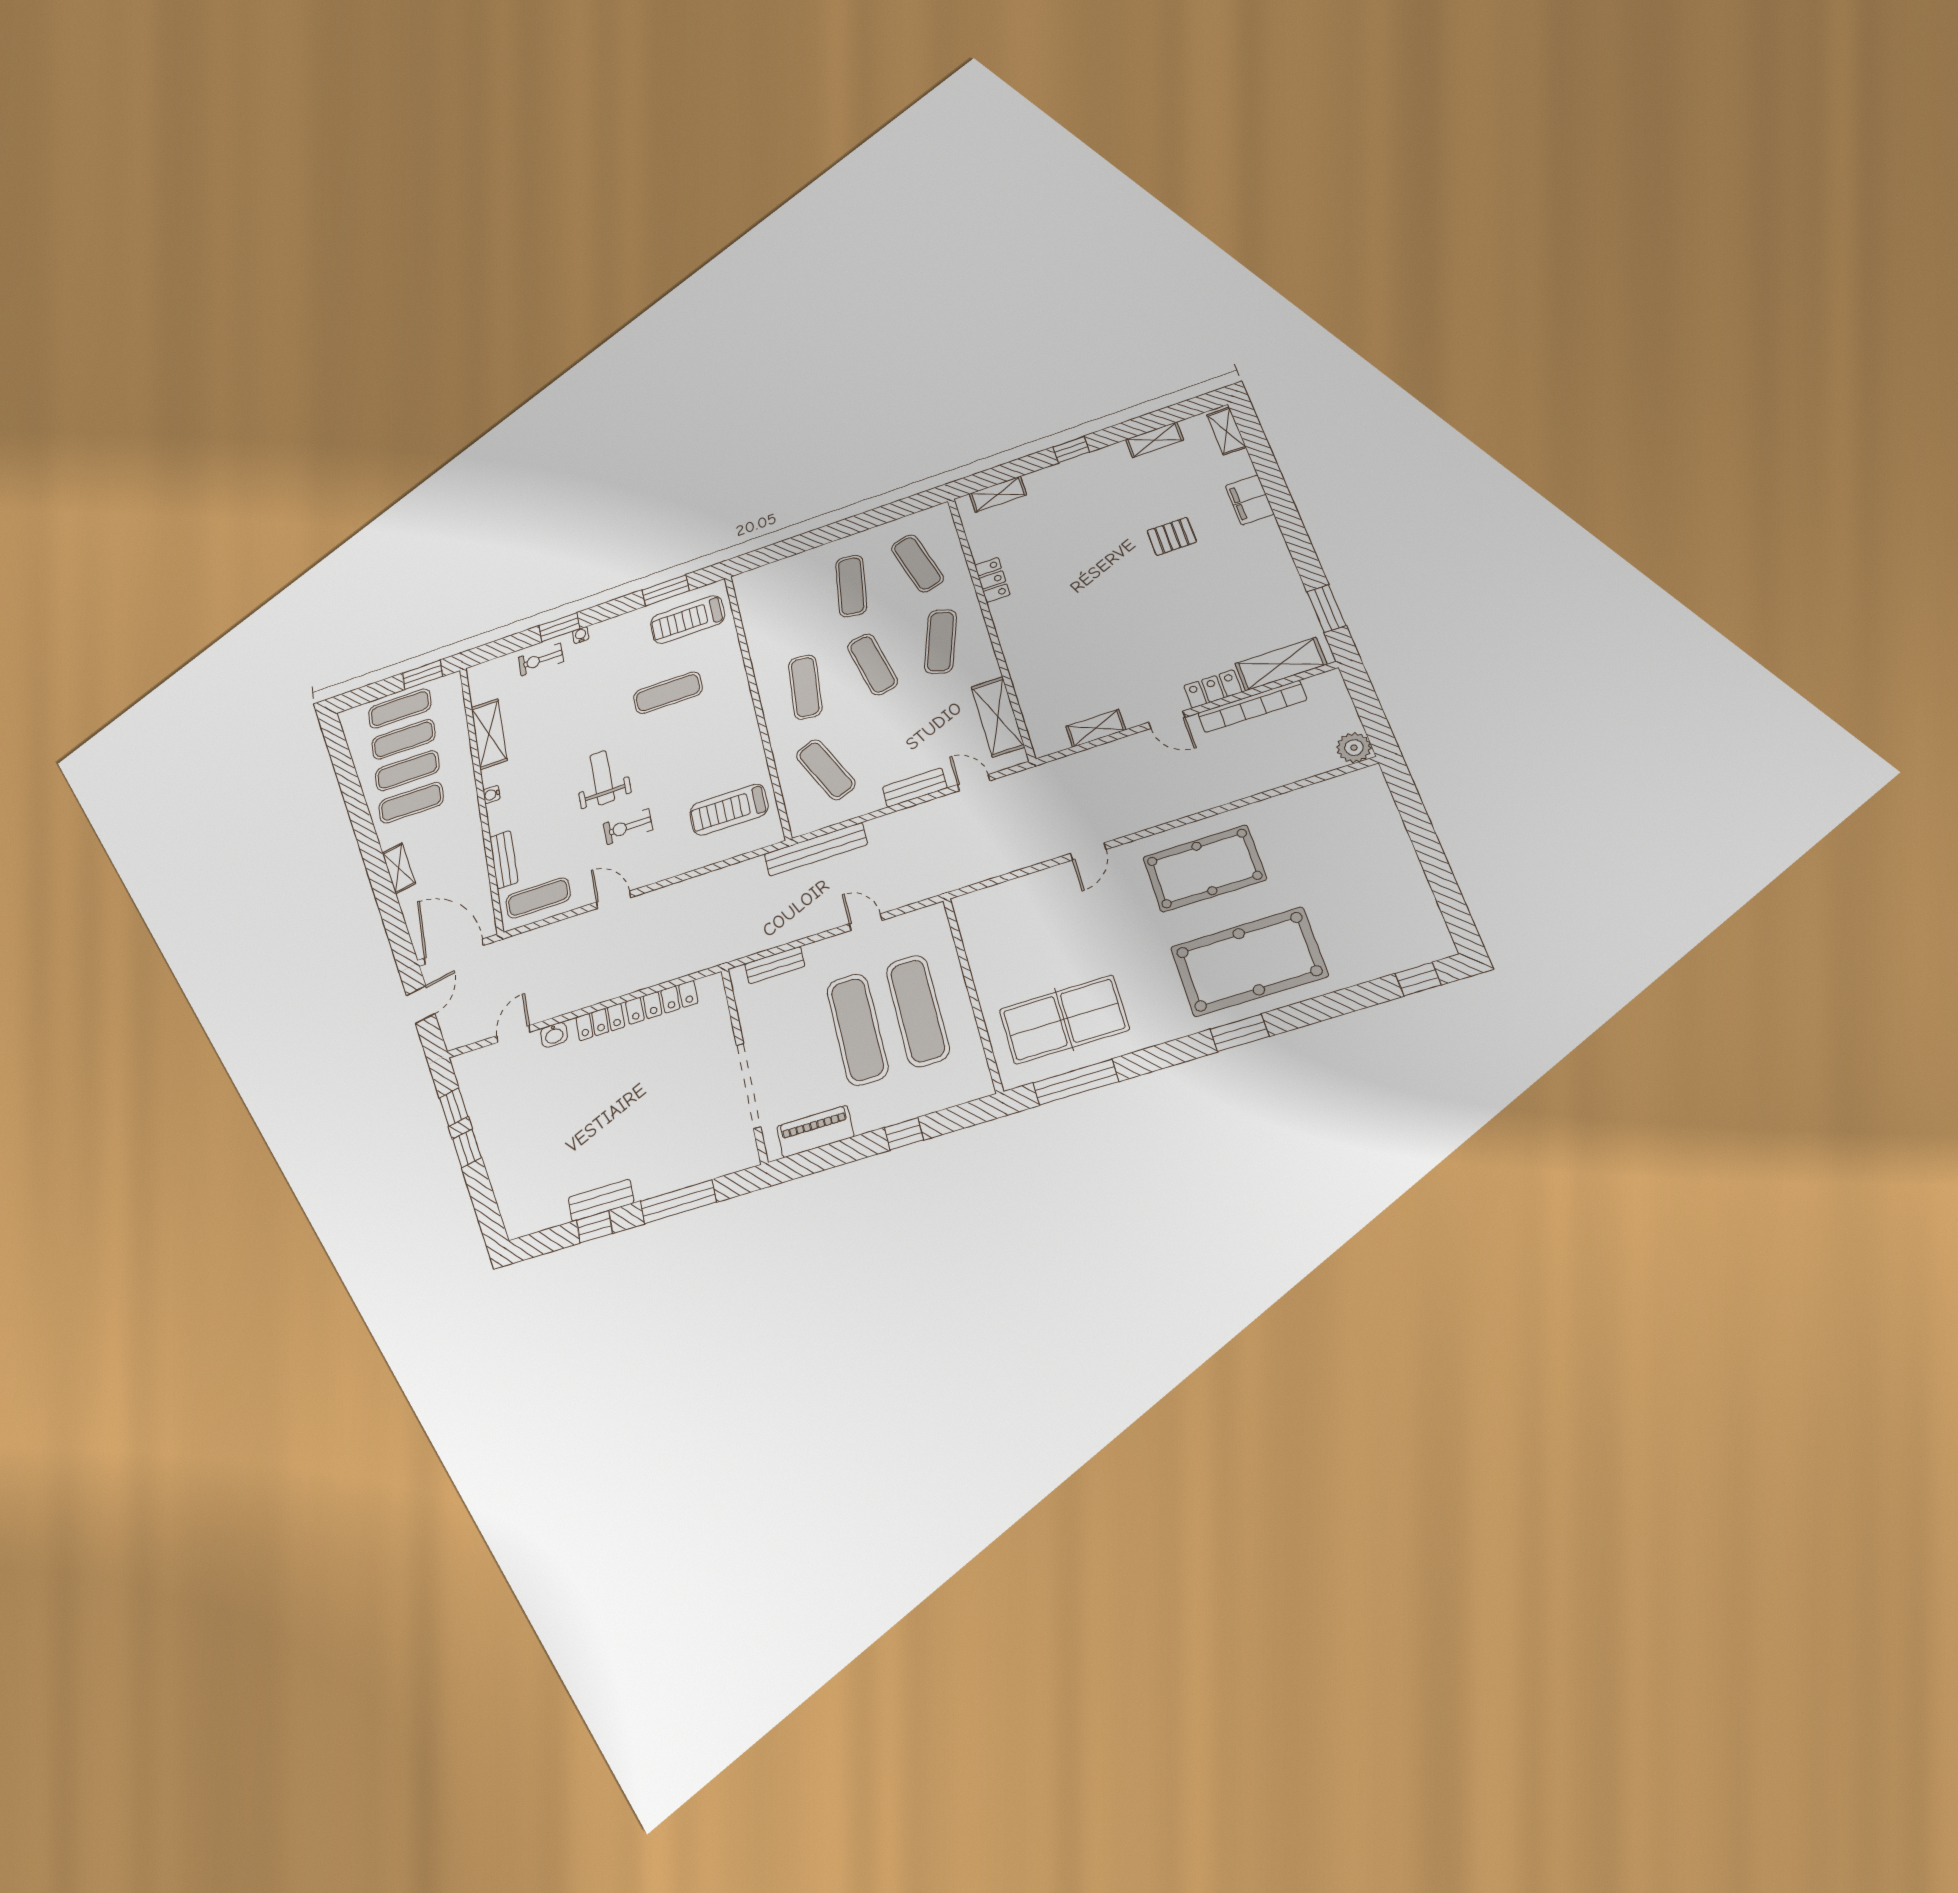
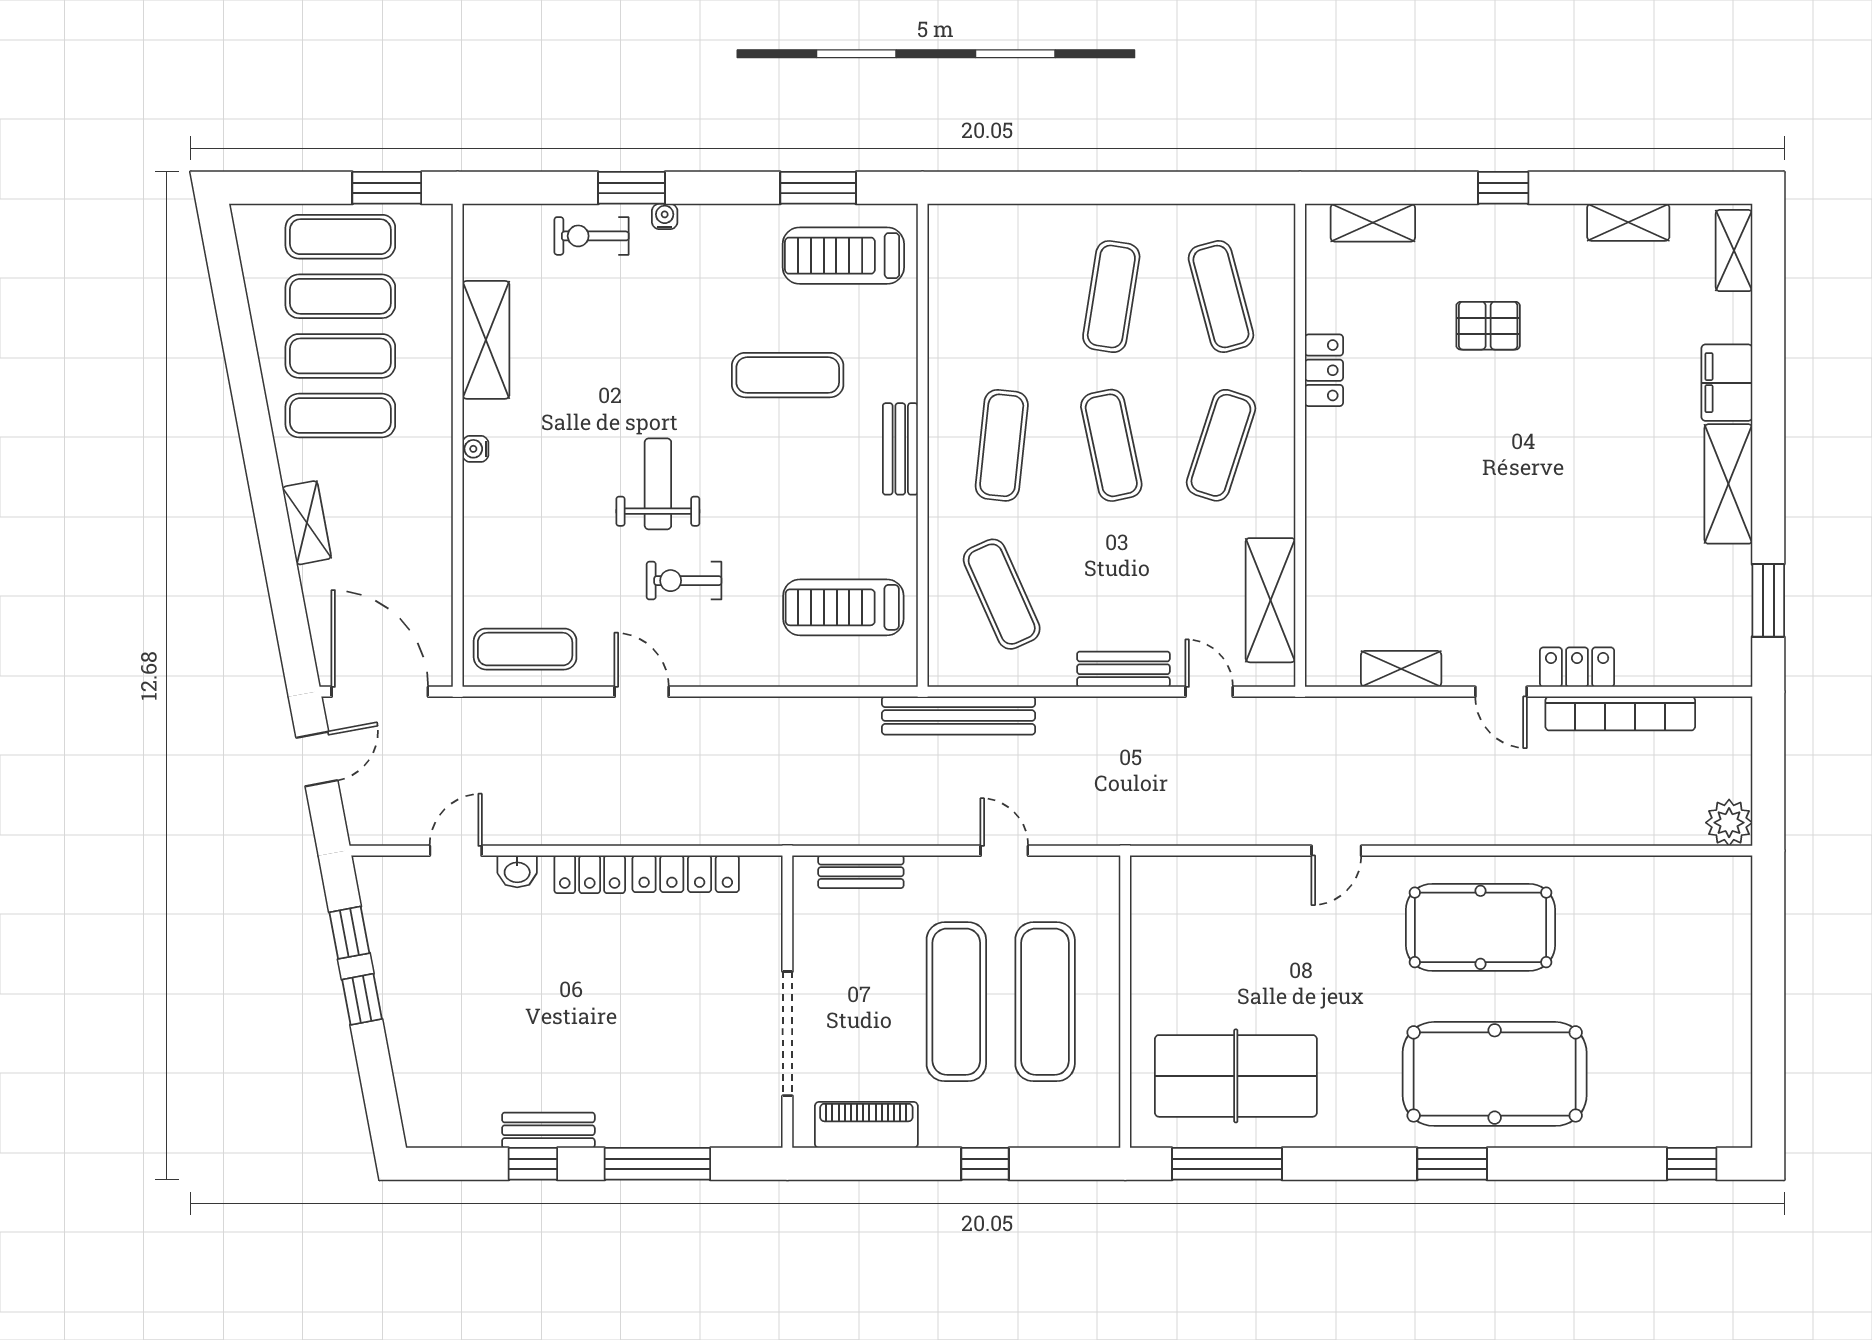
pallet: (1172, 536) -> (1488, 326), moved
shelving: (1281, 664) -> (1728, 484), moved, turned 90
bench: (504, 860) -> (900, 449), moved

